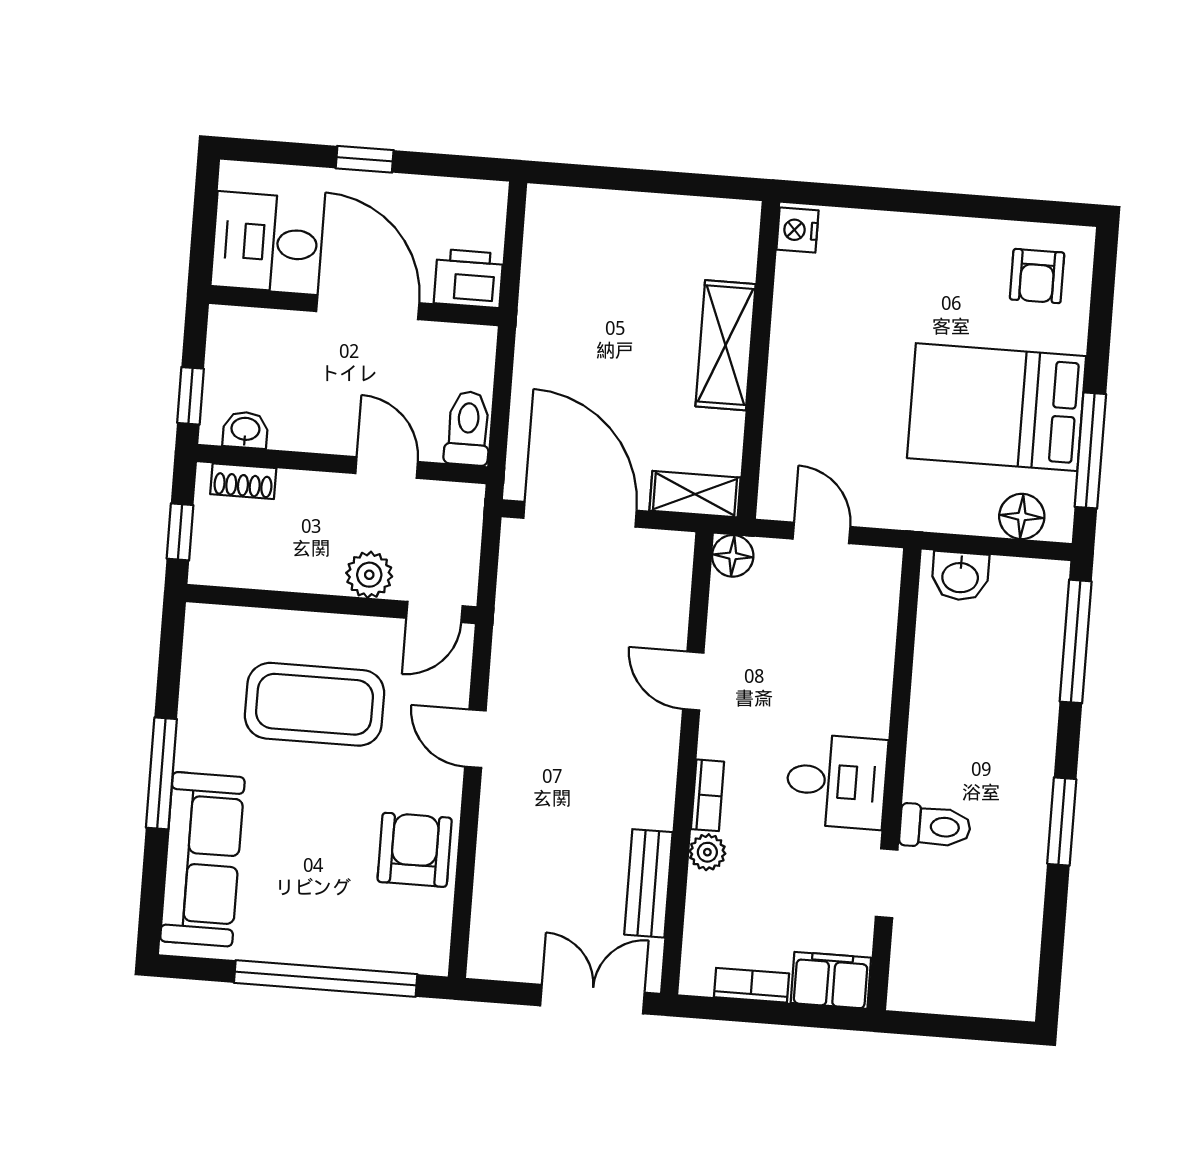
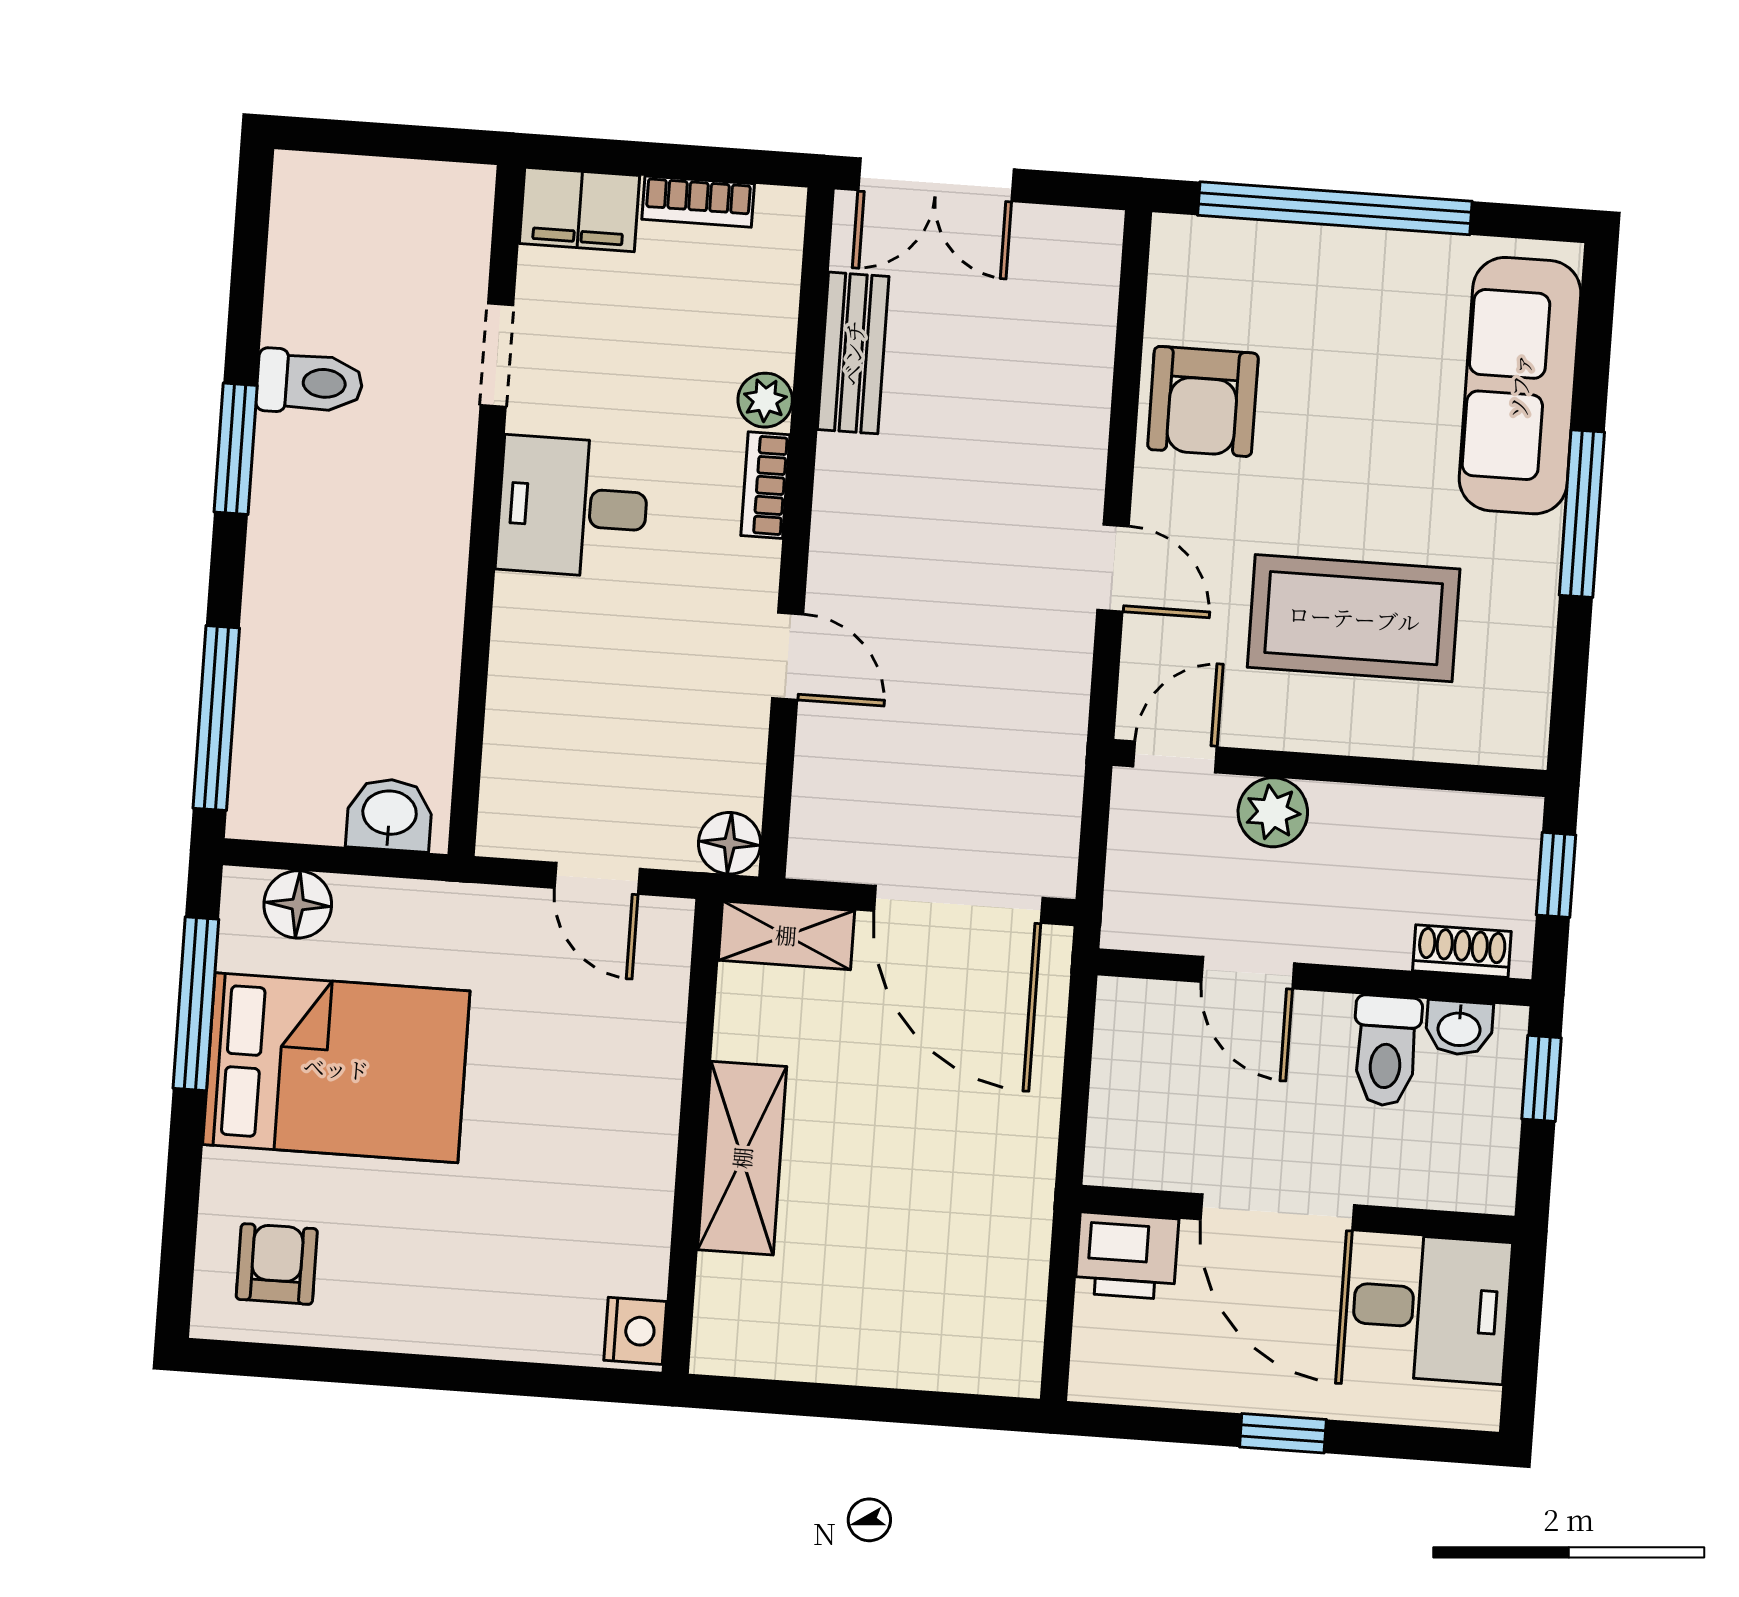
toilet: (468, 428) -> (1386, 1051), moved
toilet: (935, 826) -> (310, 382), moved, turned 180

